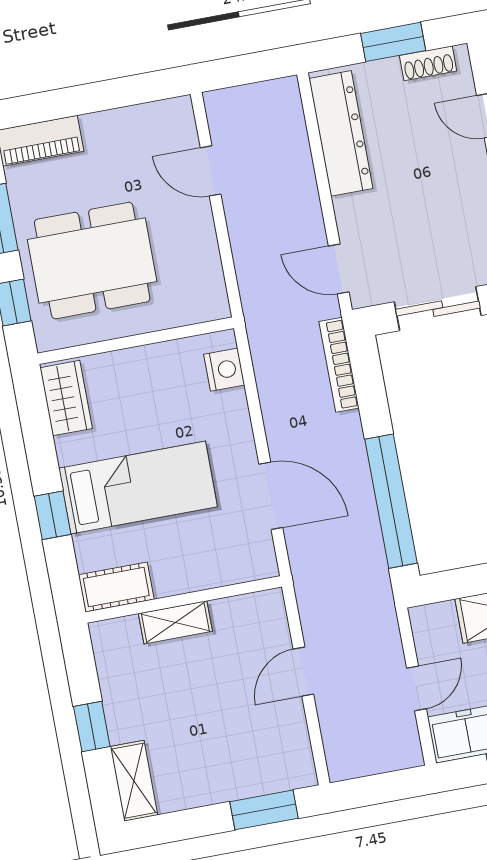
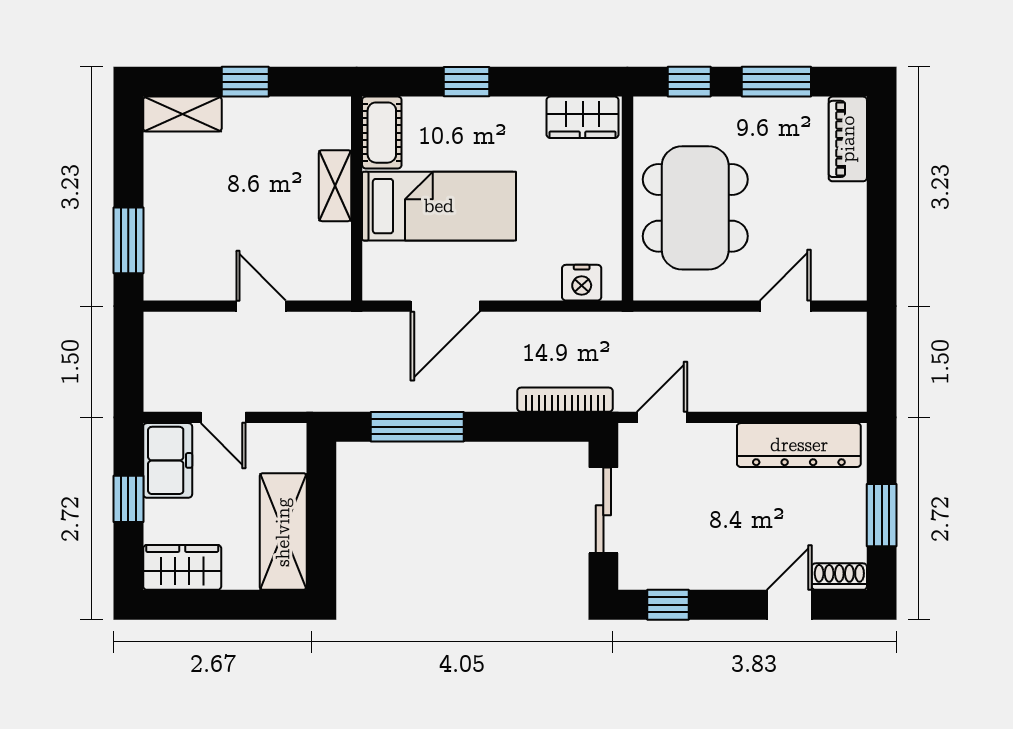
shoe rack: (428, 63) -> (839, 577), moved, turned 90
dining table: (92, 261) -> (695, 208), moved
bed: (138, 487) -> (439, 206), moved, turned -90
window: (391, 501) -> (417, 427), width x0.68

